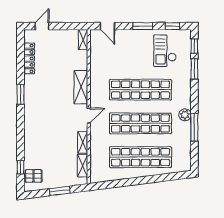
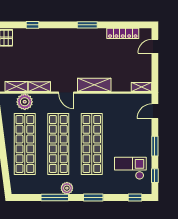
door: (42, 26) -> (155, 46), swing flipped
window: (194, 69) -> (93, 197), moved
plant: (98, 157) -> (25, 102), added
window: (20, 167) -> (33, 25), moved

